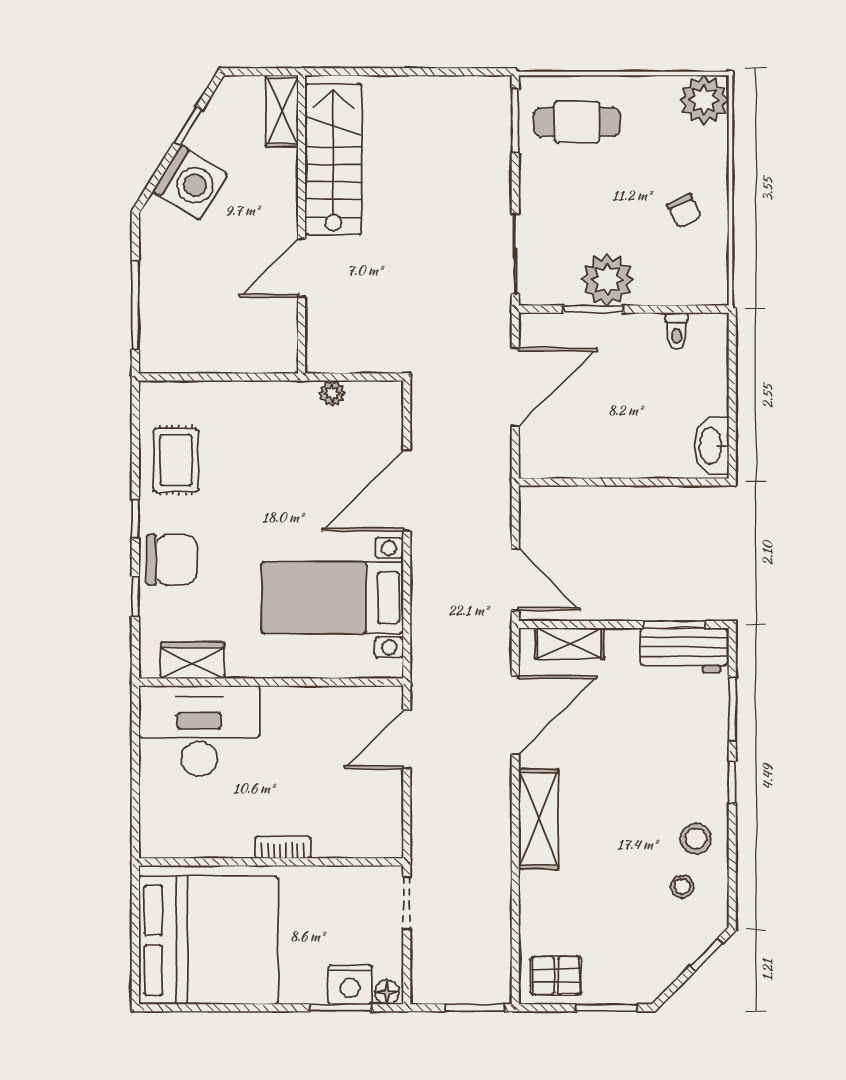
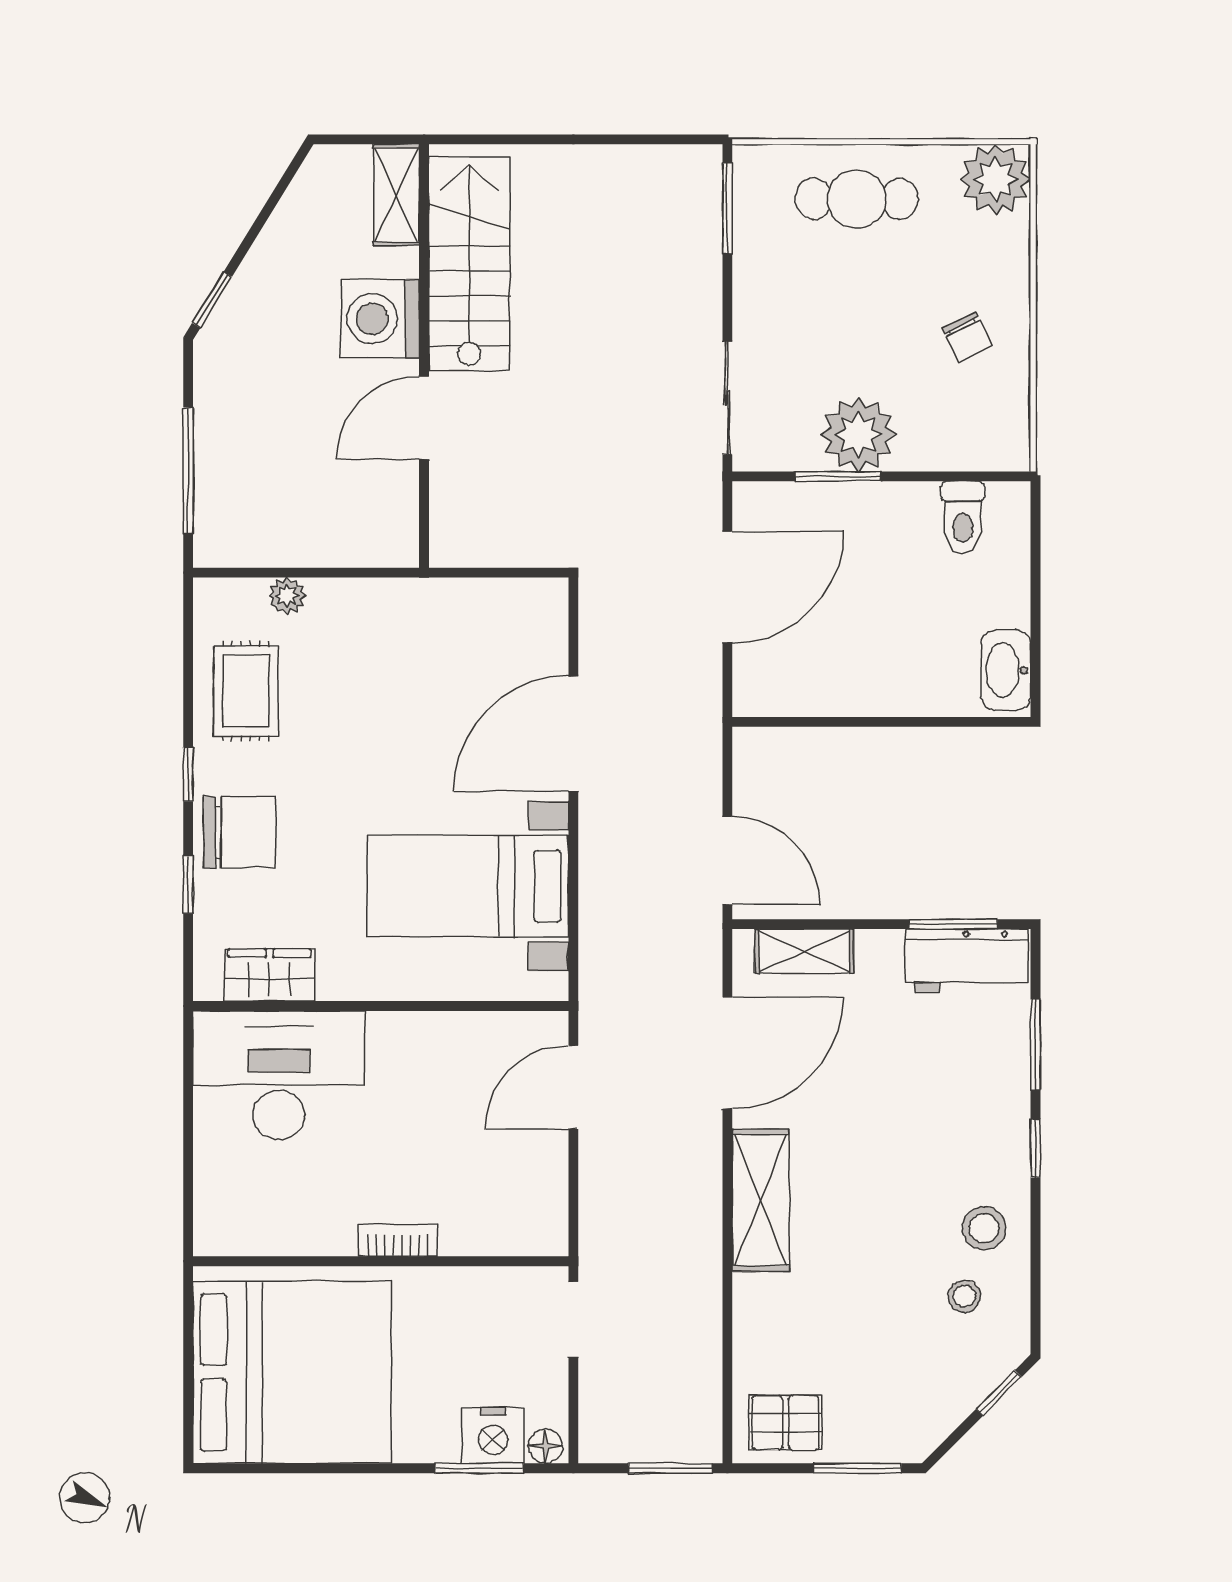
cafe table: (577, 122) -> (857, 199), moved
window: (188, 126) -> (212, 300), moved
washing machine: (190, 182) -> (380, 319), moved, turned 148
toilet: (677, 331) -> (963, 517), width x1.37, depth x1.39
plant: (332, 393) -> (287, 596), moved

